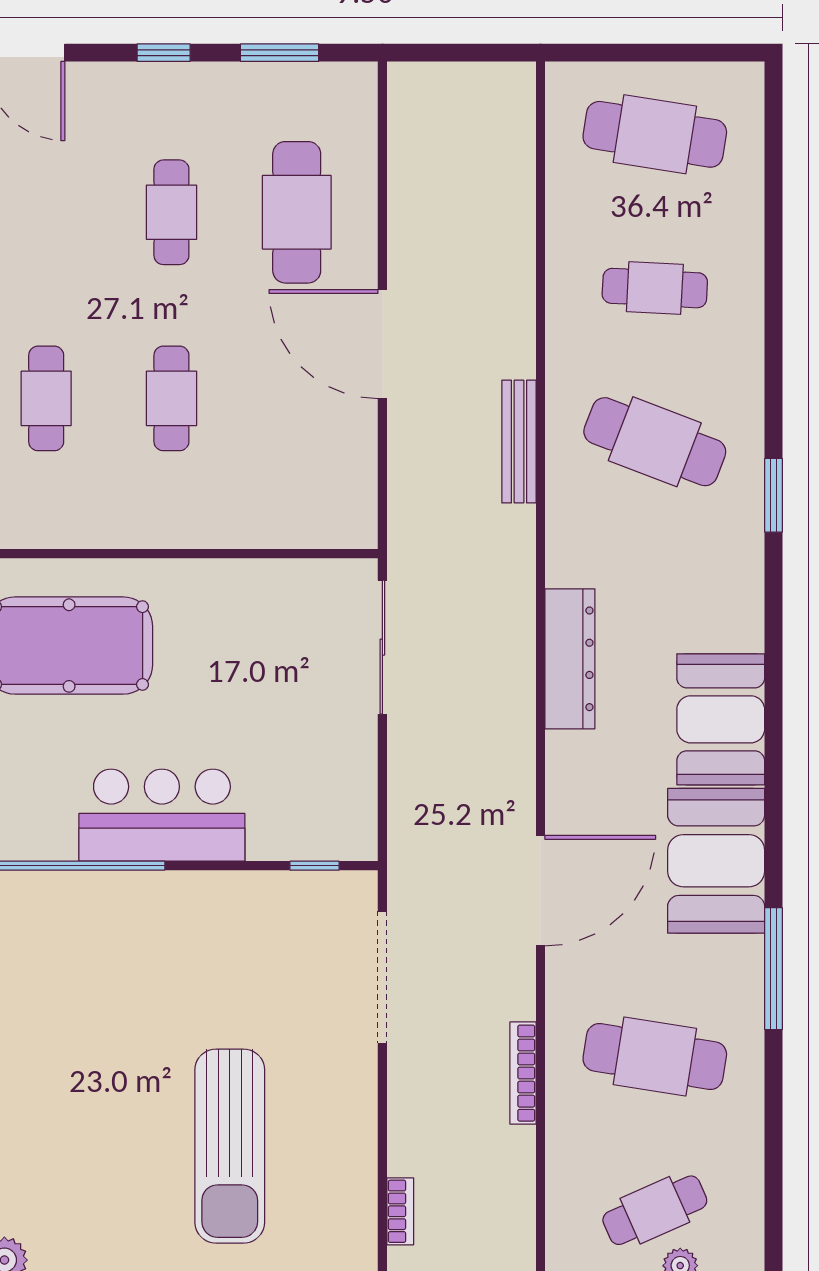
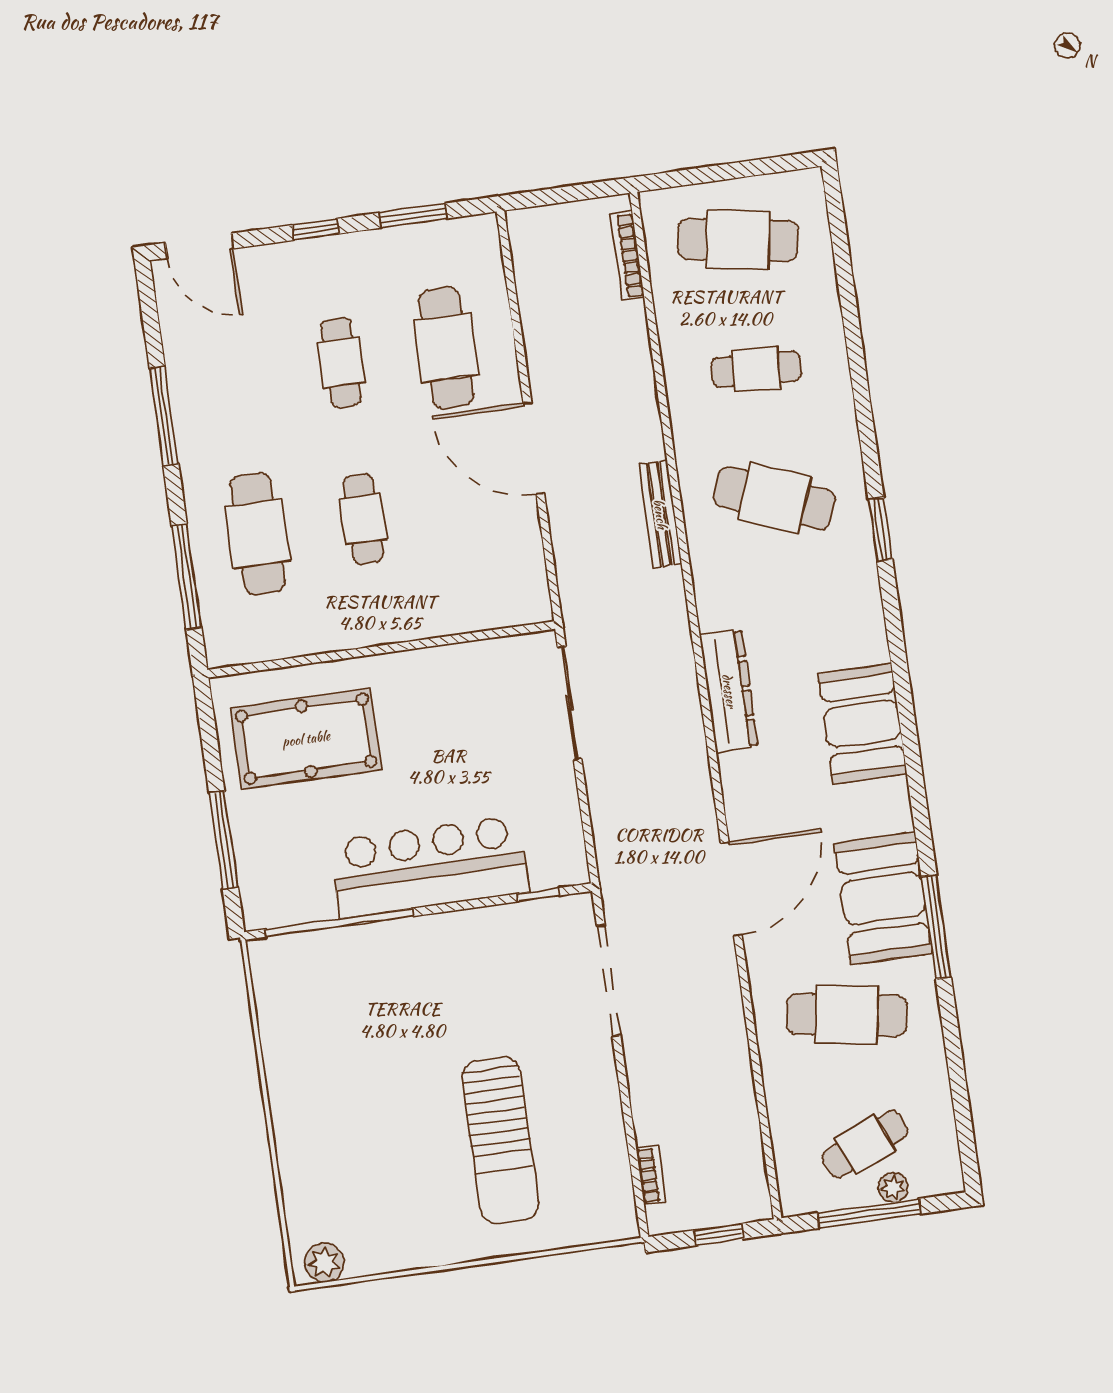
cafe table: (46, 398) -> (258, 534), width x1.37, depth x1.35
bar counter: (162, 815) -> (429, 867), width x1.36
booth: (716, 861) -> (883, 898), moved
bookcase: (523, 1073) -> (627, 256), moved

